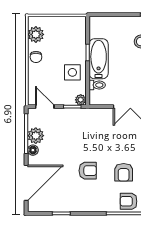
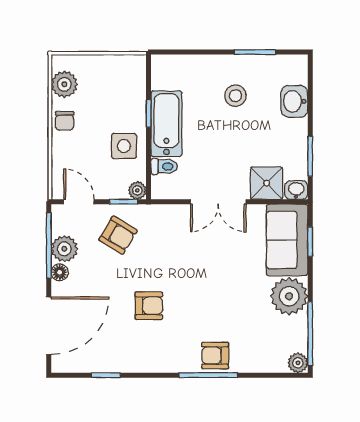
armchair: (124, 172) -> (118, 235), moved, turned -59

